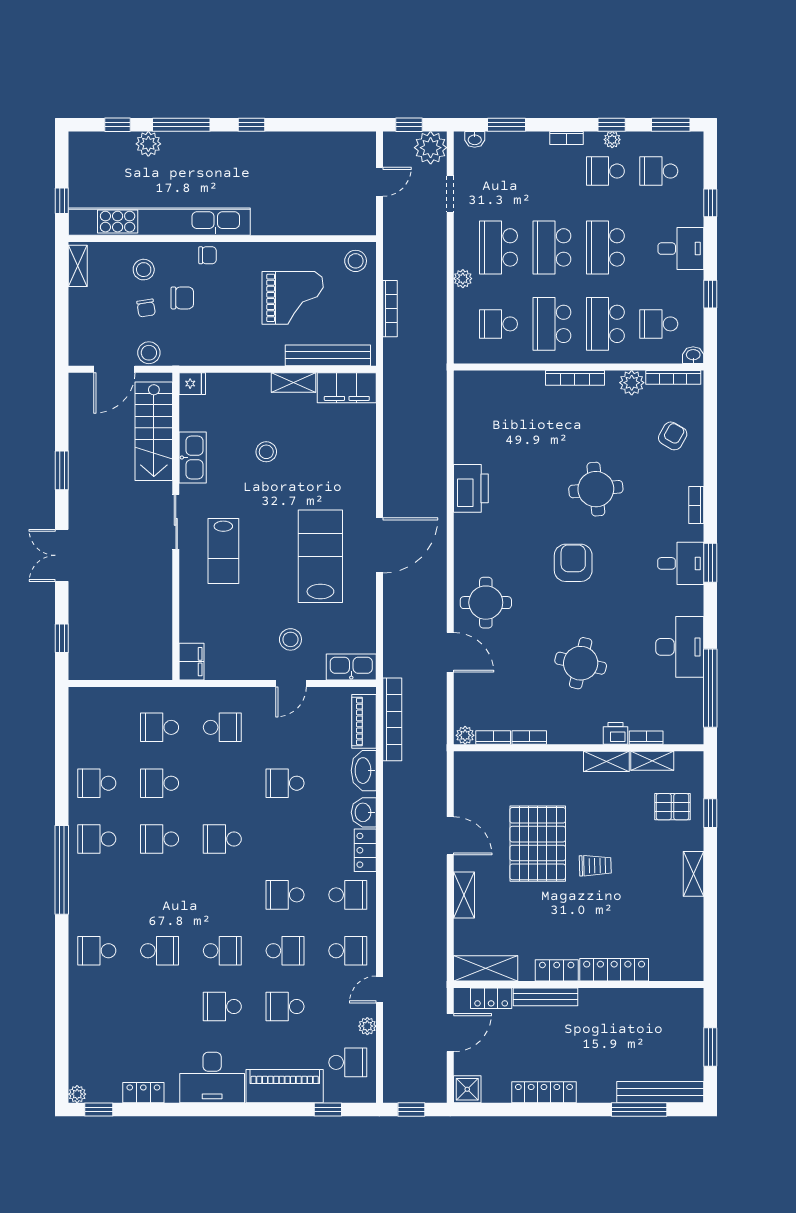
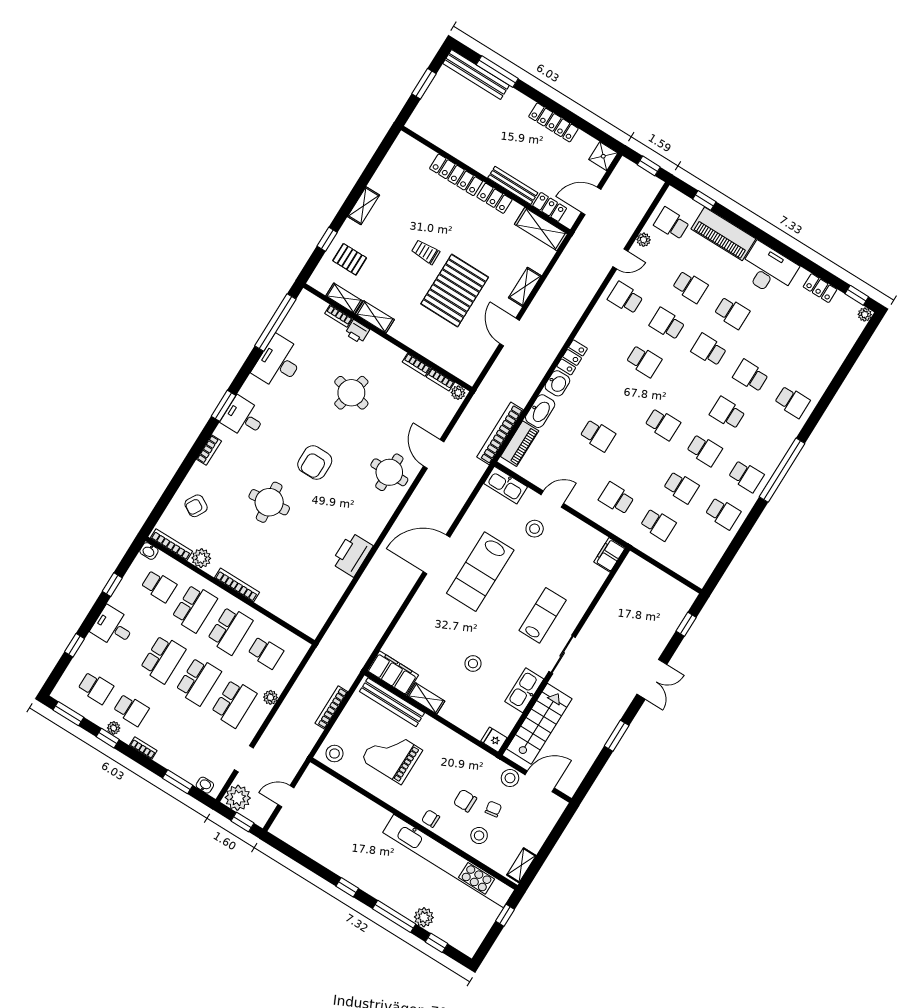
school desk: (348, 895) -> (727, 413), moved

